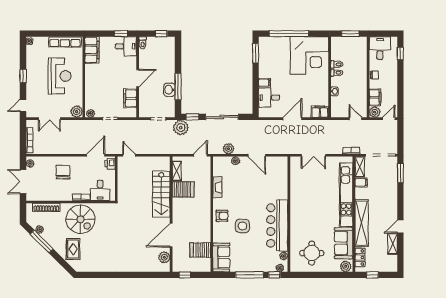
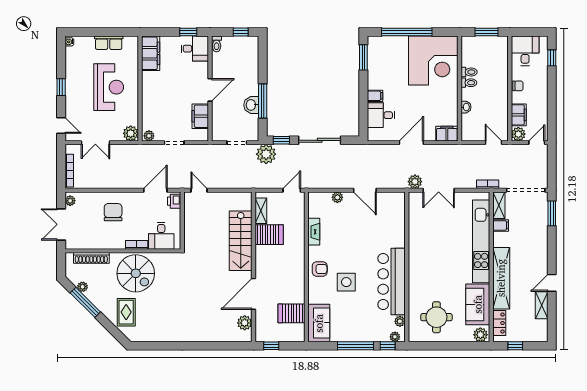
row of seats: (65, 42) -> (109, 43), width x0.68
door: (23, 105) -> (61, 125), swing flipped
plant: (229, 149) -> (415, 182), moved

